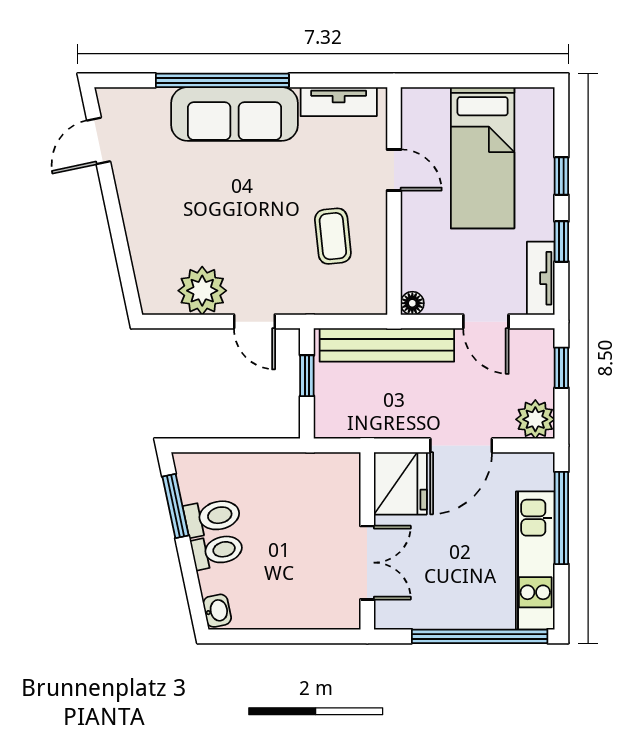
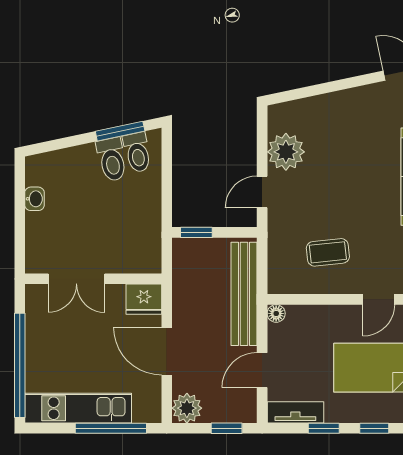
window: (307, 376) -> (196, 232), moved
fridge: (400, 483) -> (144, 299), width x0.73, depth x0.75
toilet: (217, 551) -> (137, 152), moved
washbasin: (217, 611) -> (35, 199), moved, turned -78

